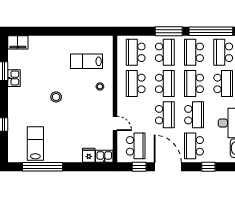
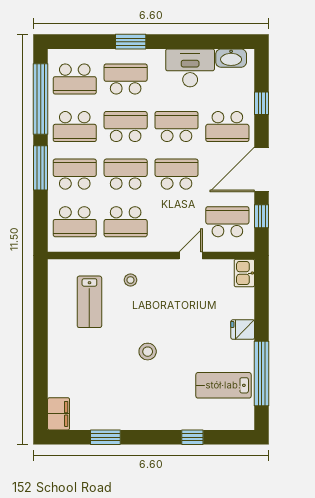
kitchen sink: (14, 78) -> (117, 420), removed
school desk: (194, 83) -> (126, 127), turned 180
fridge: (89, 155) -> (243, 330), moved

